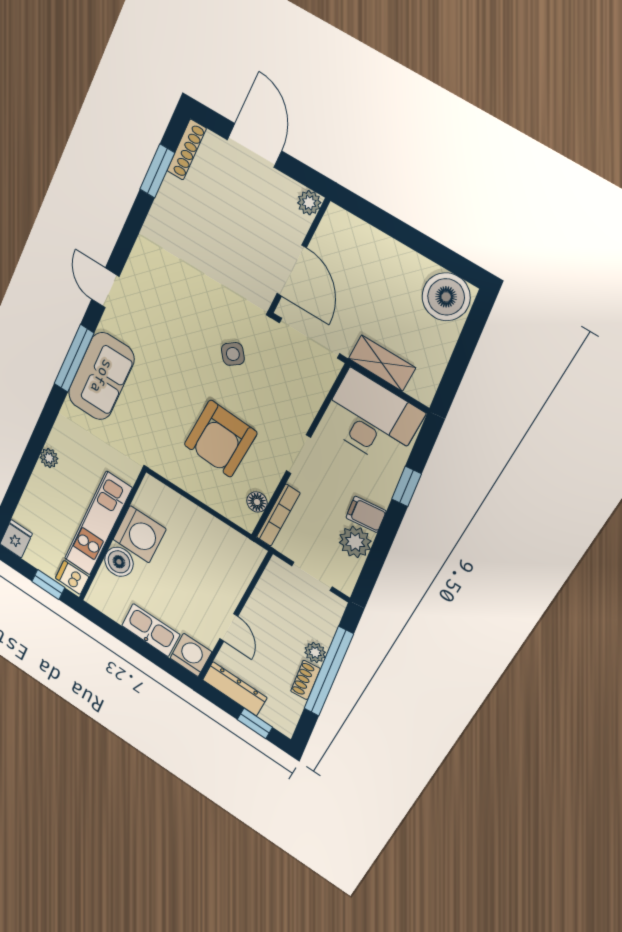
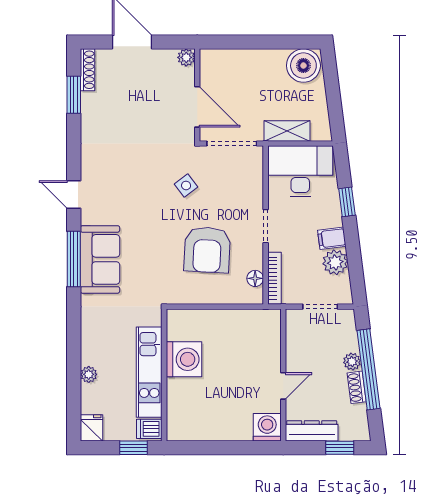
plant: (49, 458) -> (89, 374), moved
boiler: (119, 562) -> (179, 391), removed
door: (229, 627) -> (283, 386), hinge flipped
kitchen sink: (151, 630) -> (228, 429), removed

